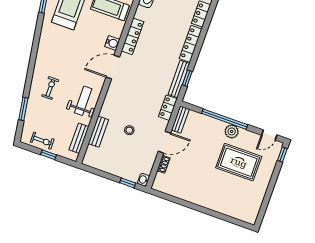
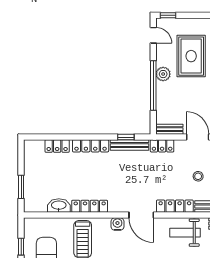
locker: (133, 36) -> (90, 206), moved
locker: (110, 100) -> (175, 206), added

